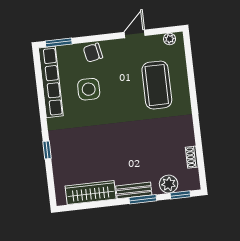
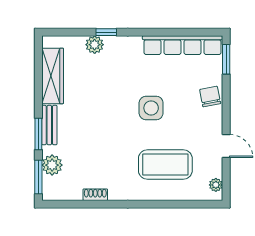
side table: (89, 89) -> (151, 108), moved
shoe rack: (192, 157) -> (95, 195), moved
plant: (59, 159) -> (95, 45), added
window: (180, 195) -> (38, 177), width x1.50

